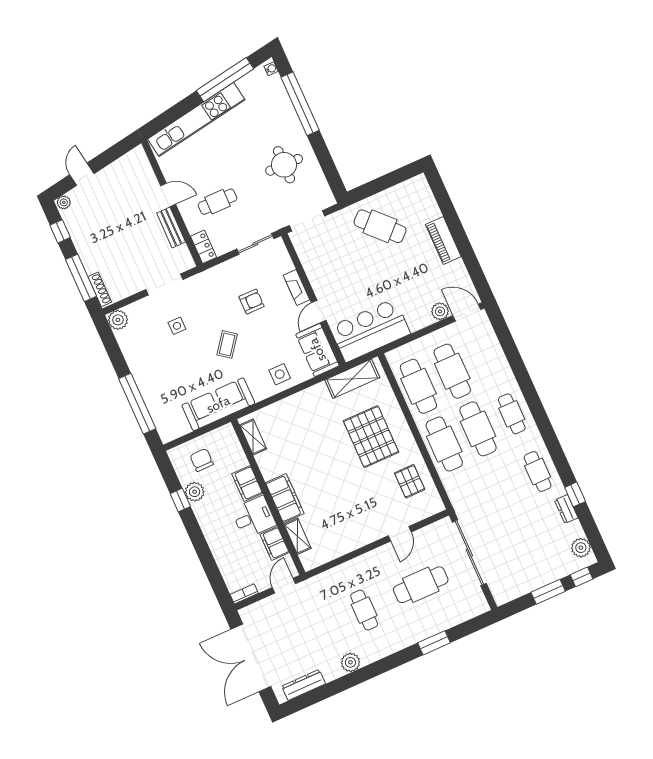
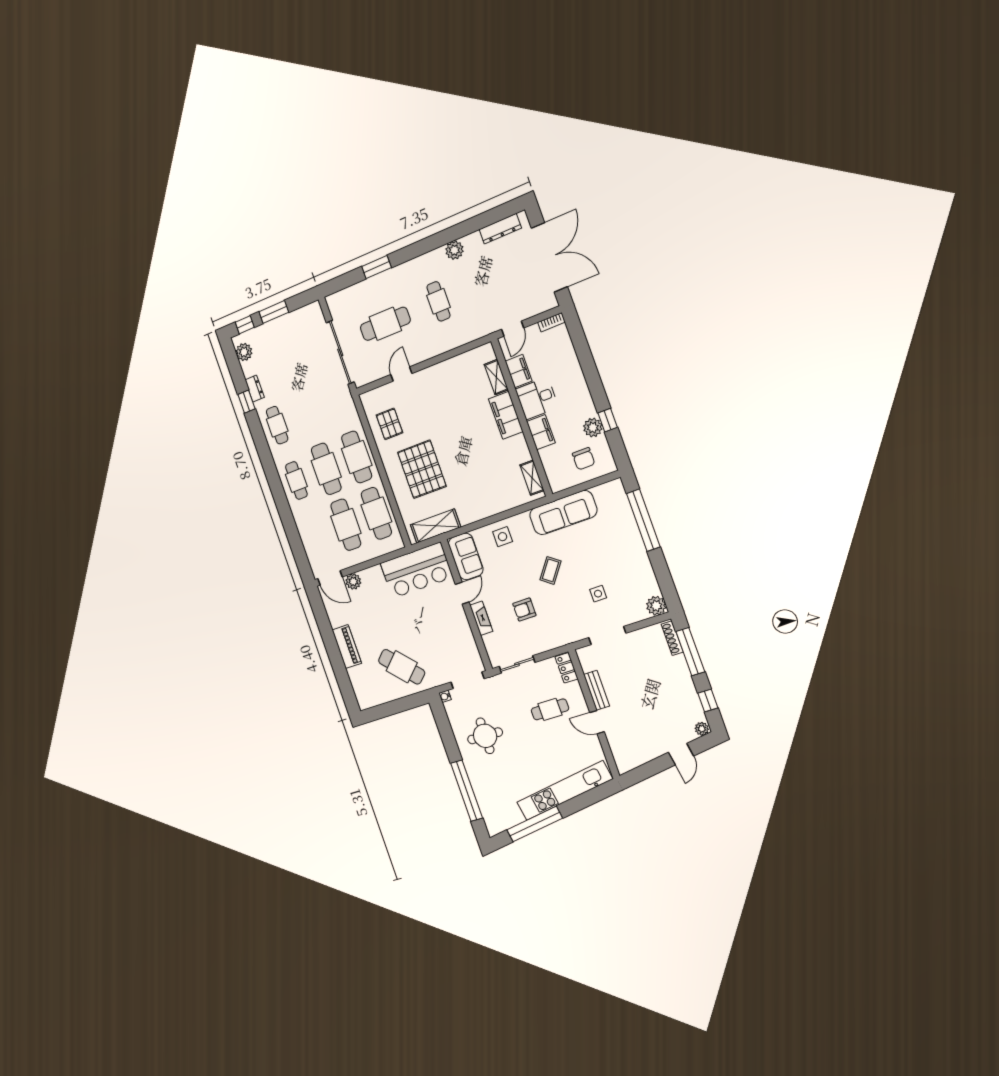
water cooler: (271, 69) -> (445, 696), moved

